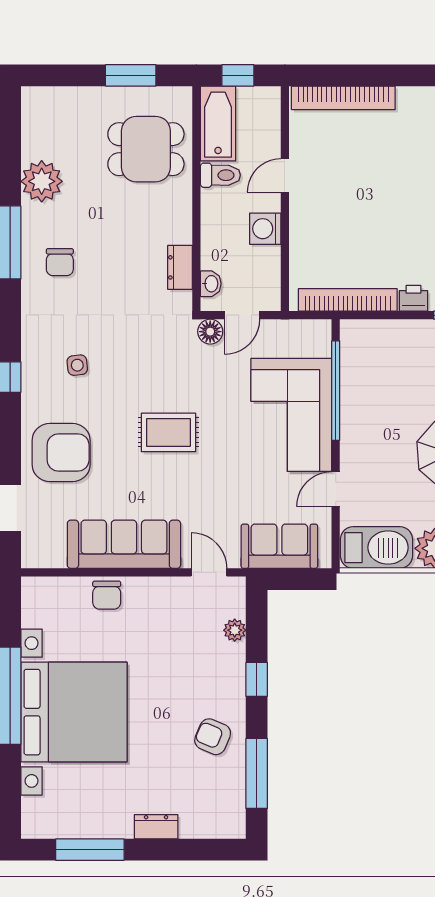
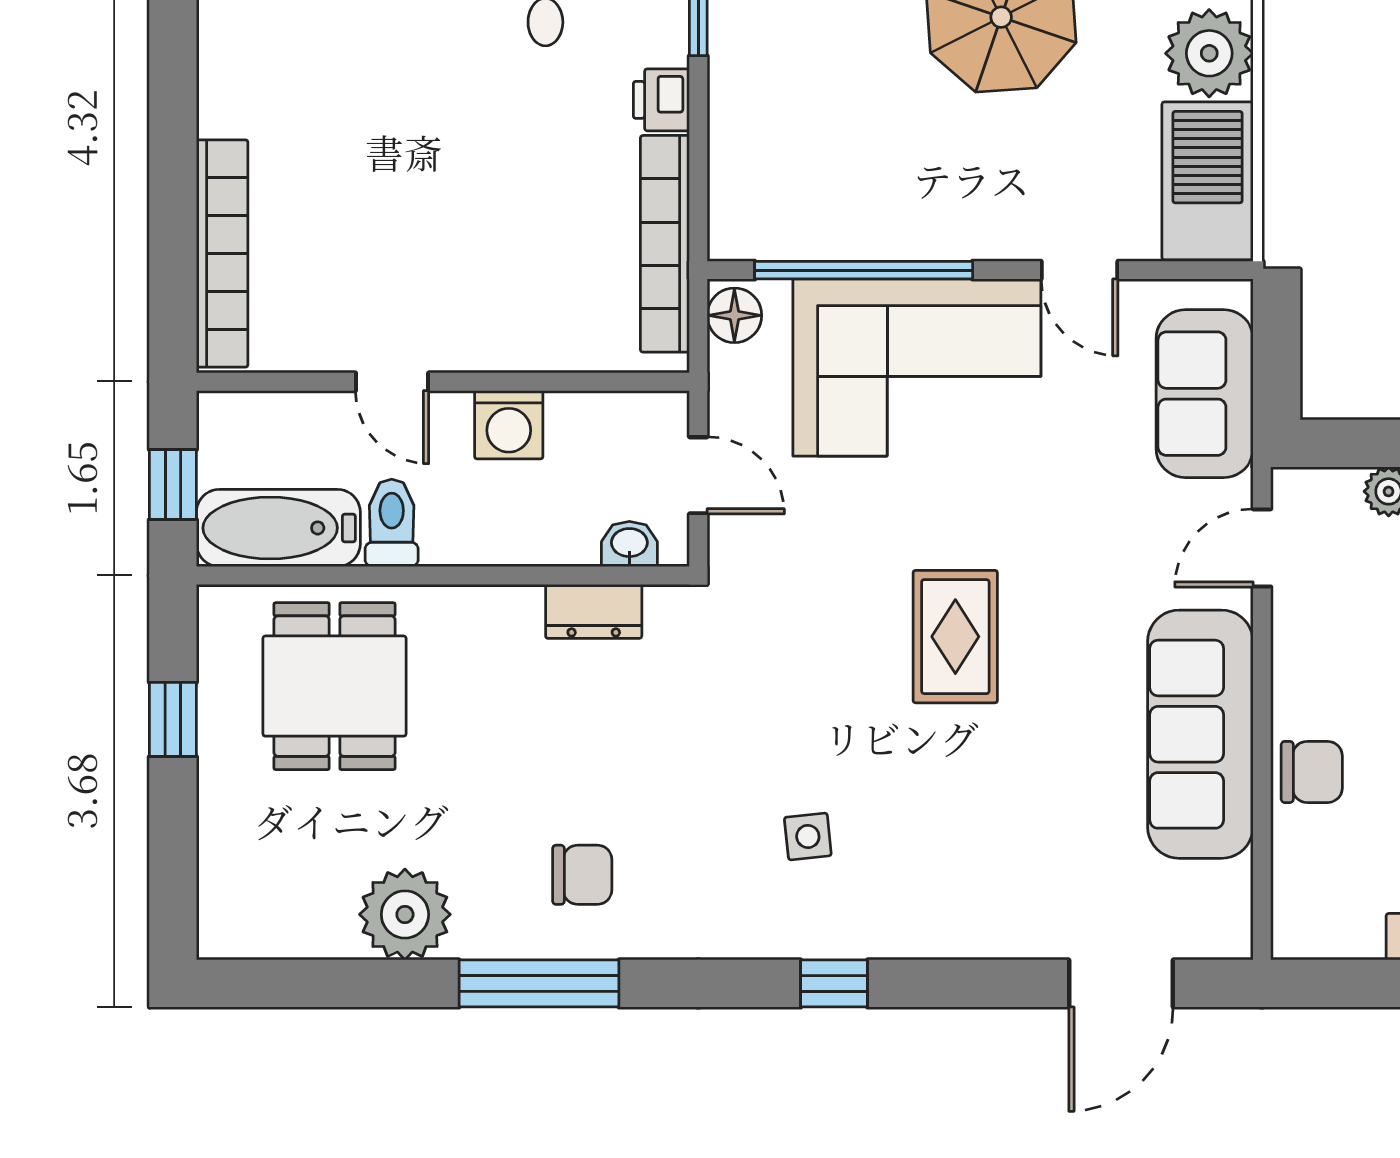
window: (131, 75) -> (173, 719), width x0.67
floor lamp: (210, 332) -> (734, 315), moved
armchair: (61, 452) -> (999, 872), removed

